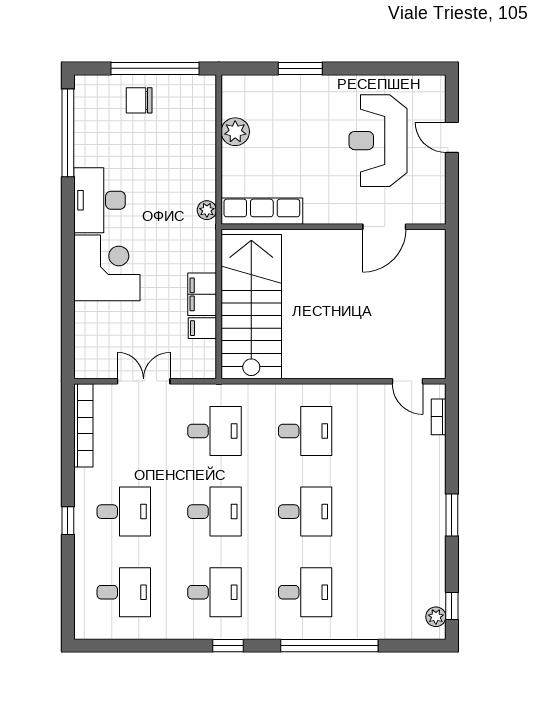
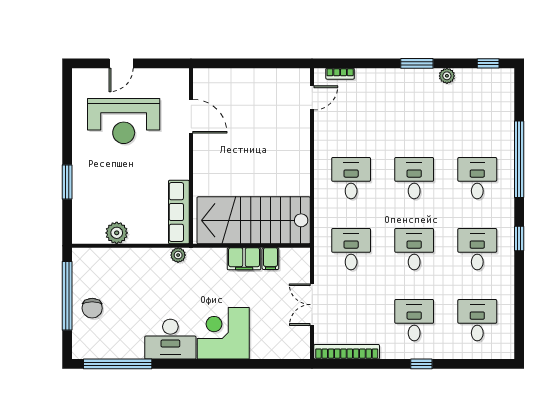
plant: (436, 617) -> (447, 76), moved

